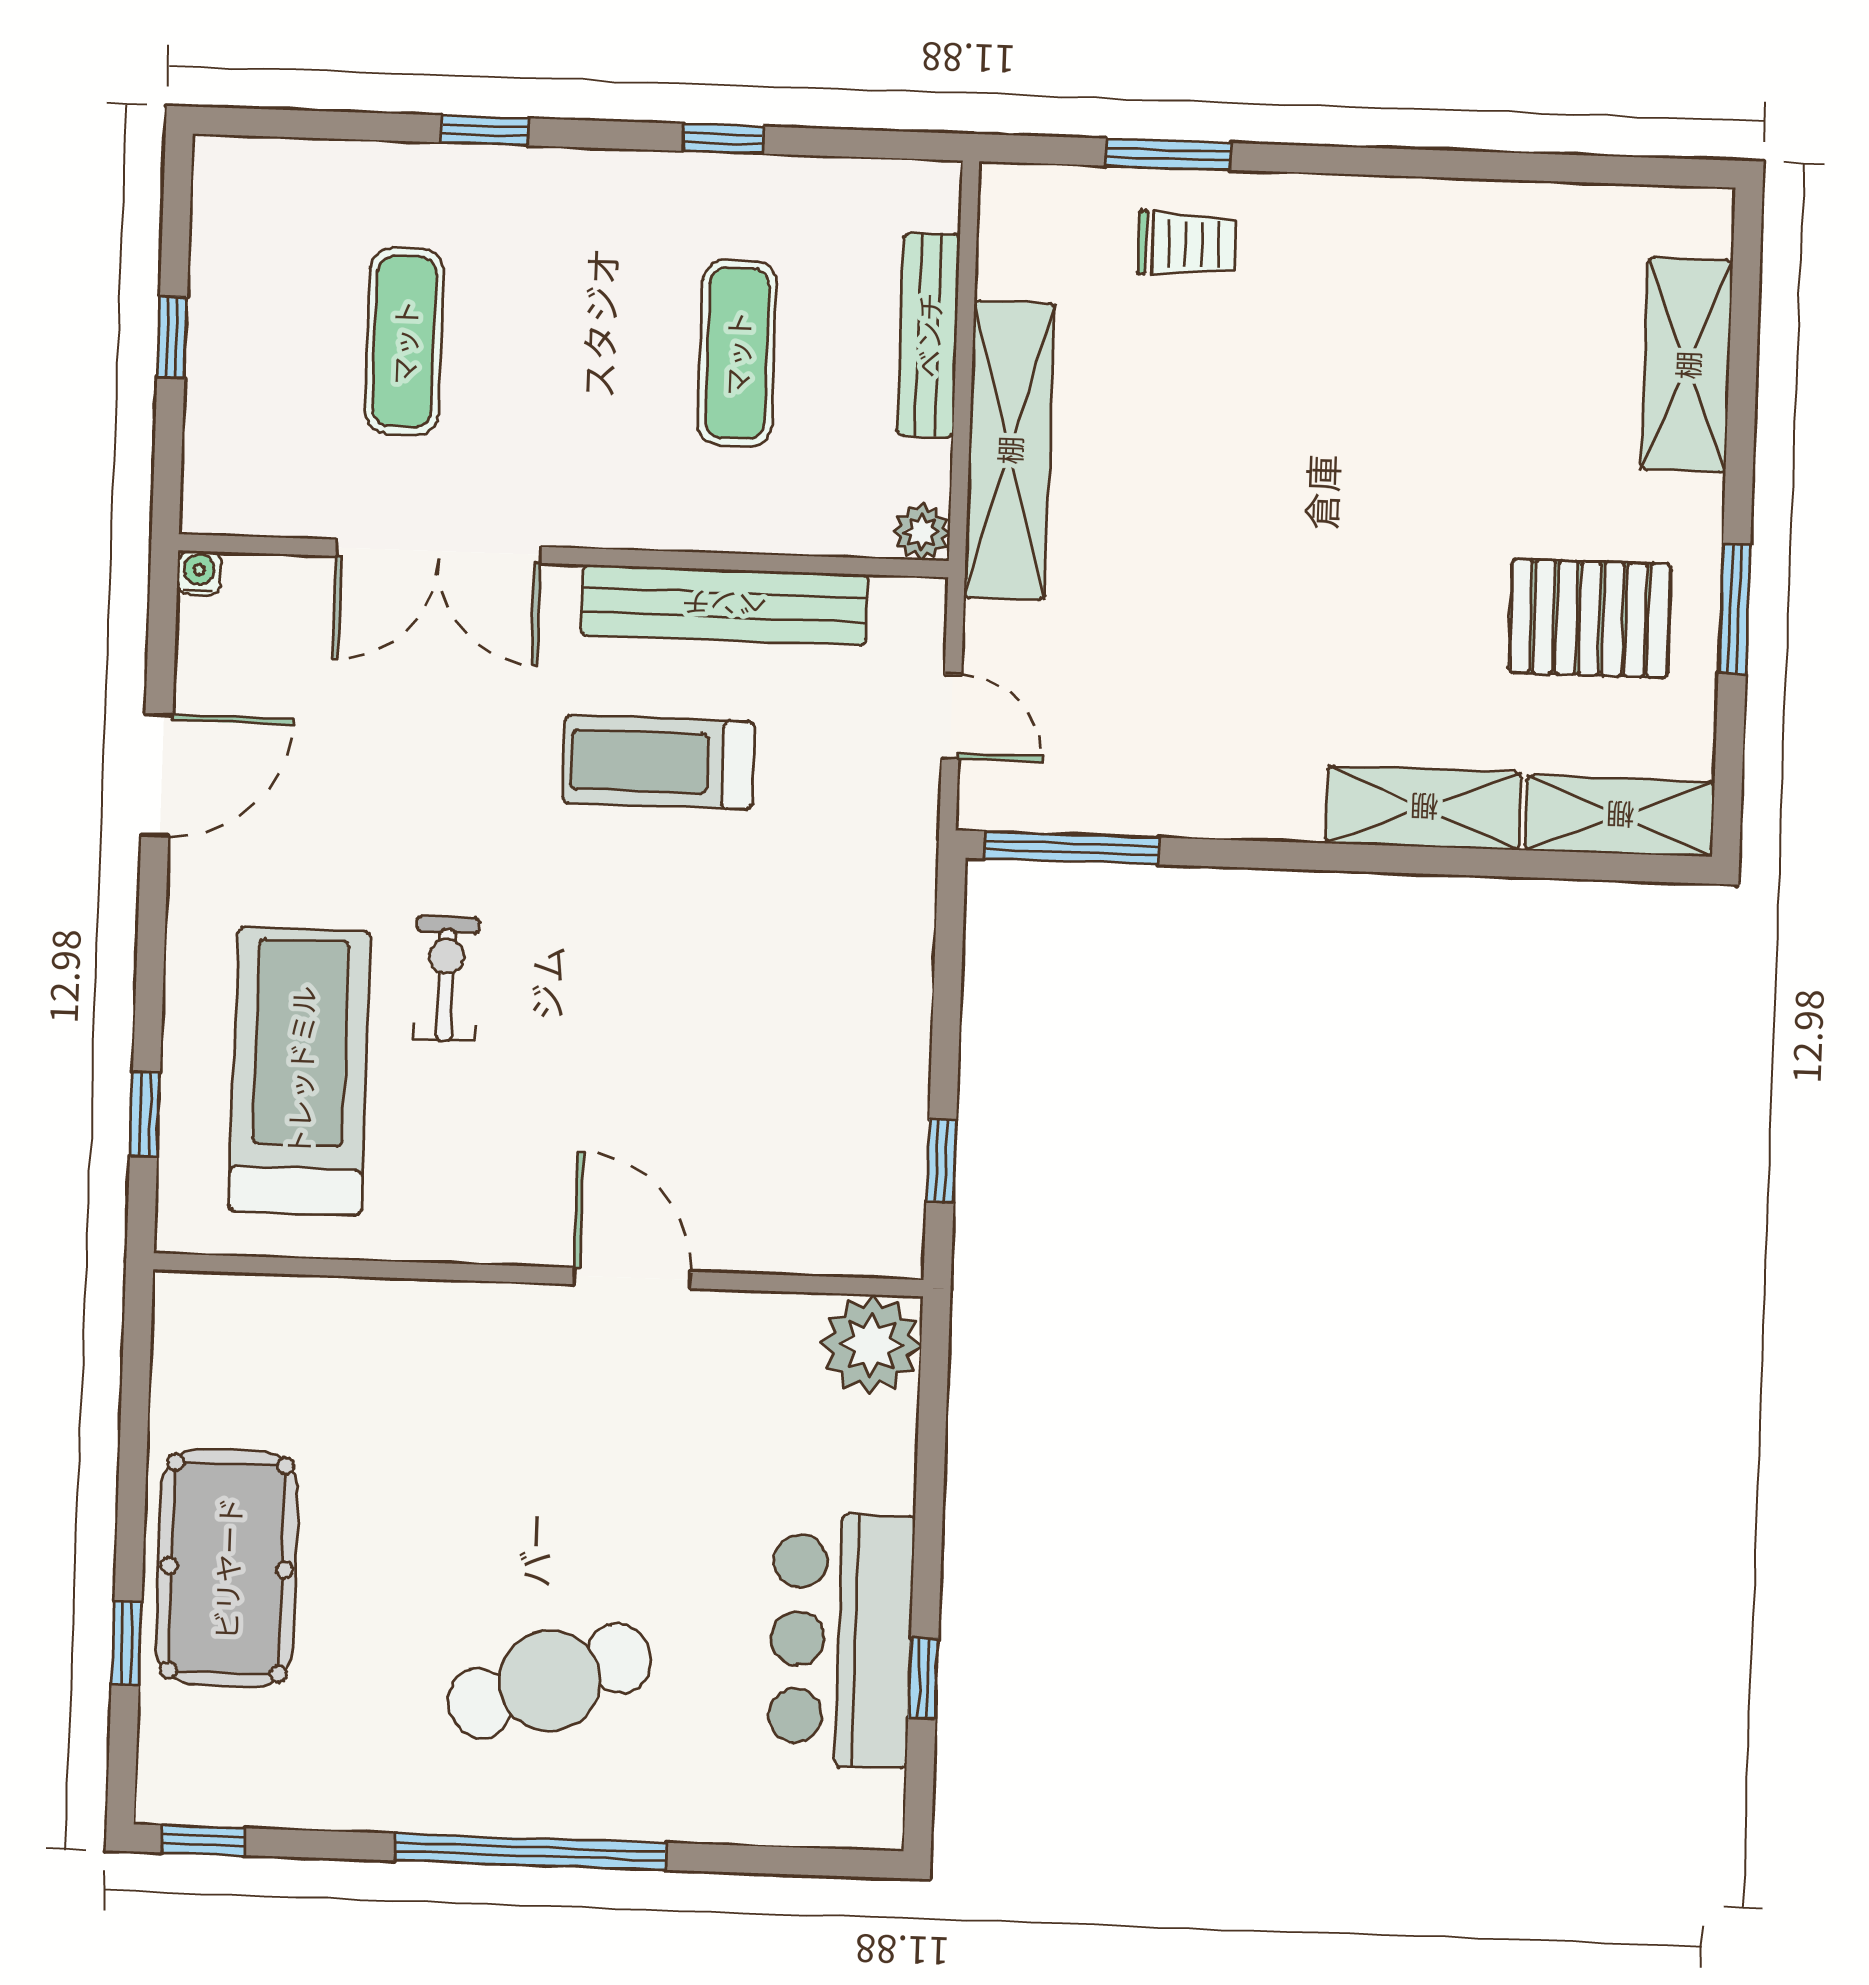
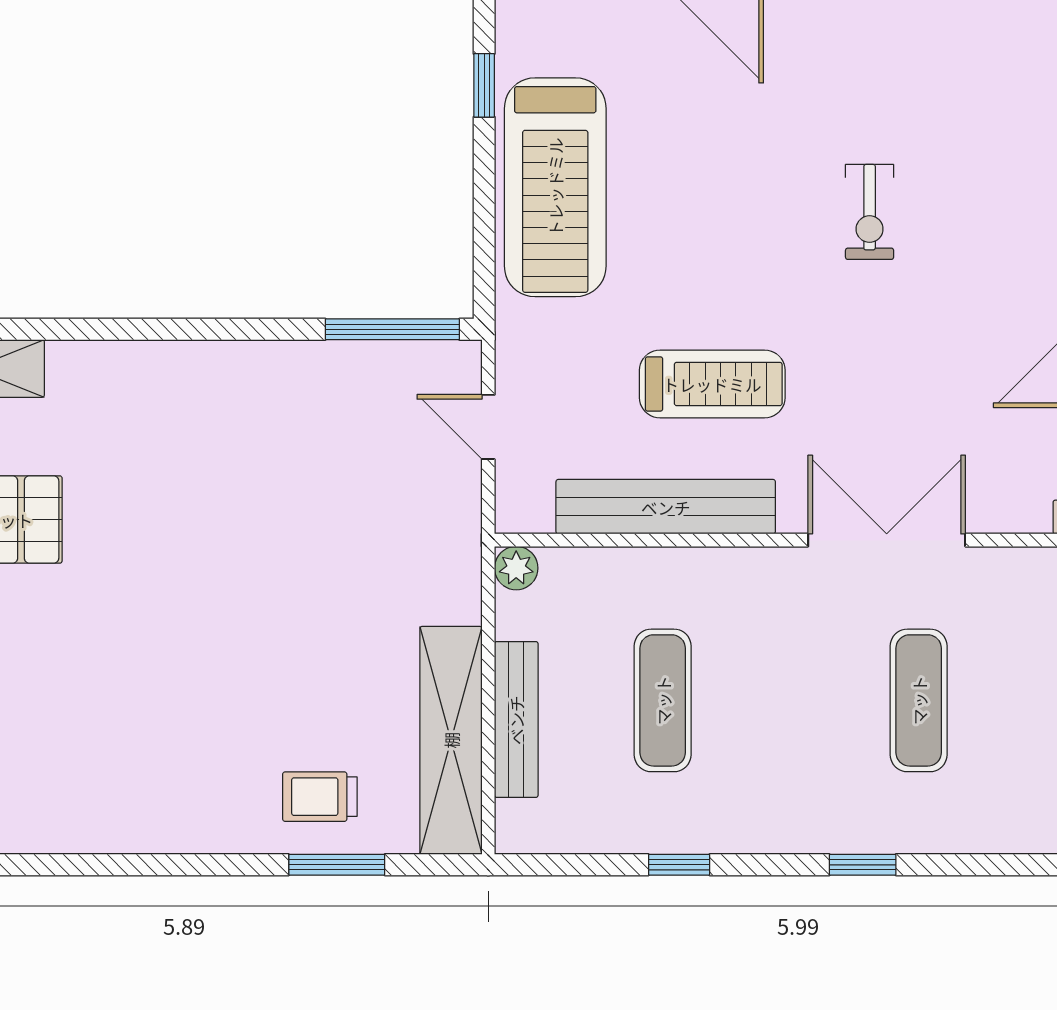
shelving: (1009, 450) -> (451, 740), moved
shelving: (1424, 808) -> (123, 369), removed
treadmill: (300, 1071) -> (555, 187), moved

